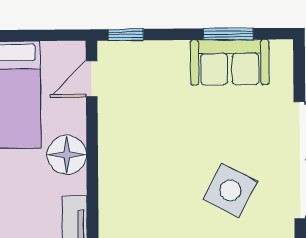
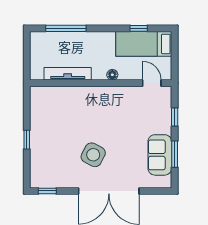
window: (126, 35) -> (175, 117), moved
floor lamp: (67, 155) -> (112, 75), width x0.53, depth x0.53

